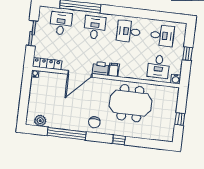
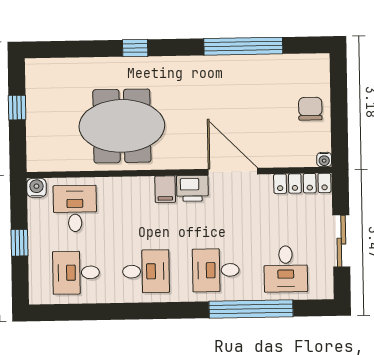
desk: (95, 27) -> (216, 270), turned 90
door: (80, 74) -> (233, 172), hinge flipped
plant: (40, 121) -> (301, 65), removed
chair: (94, 122) -> (310, 109), moved

